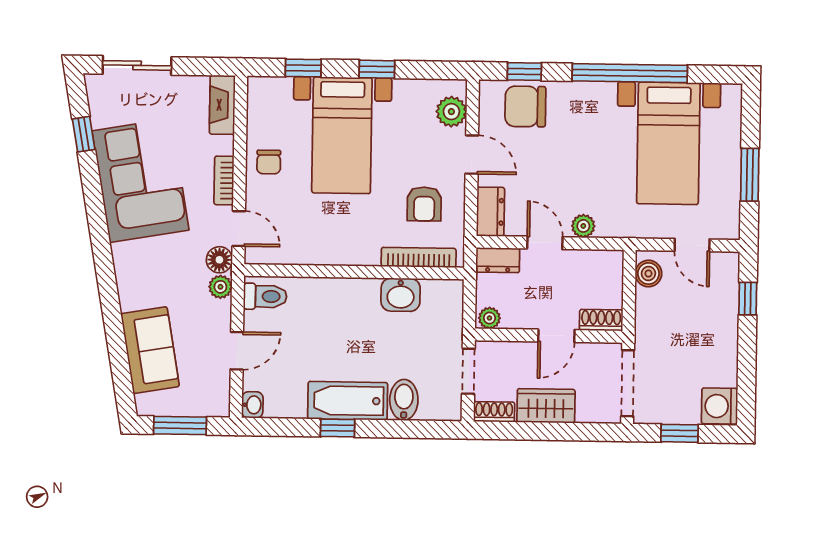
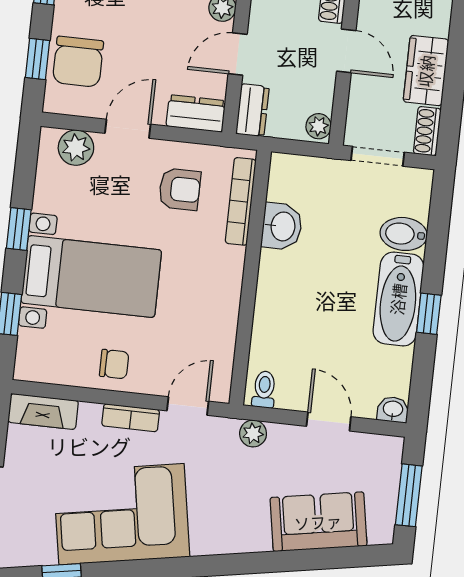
floor lamp: (219, 260) -> (222, 432), removed
toilet: (265, 296) -> (264, 389), width x0.73, depth x0.72

